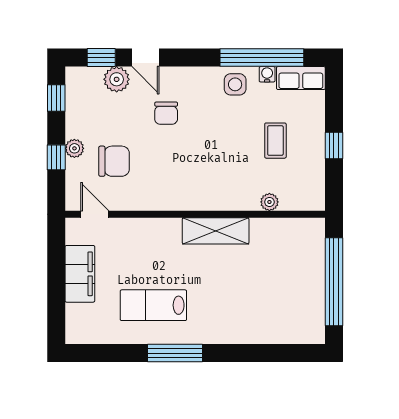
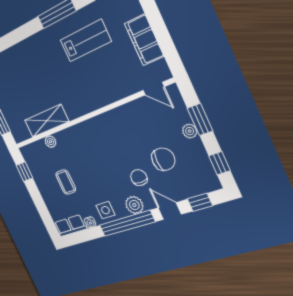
window: (262, 58) -> (127, 223), moved
plant: (117, 79) -> (134, 205), moved
window: (334, 145) -> (24, 172), moved
window: (56, 157) -> (200, 120), width x1.50
chair: (114, 161) -> (163, 159), moved, turned 180
shelving: (216, 231) -> (47, 121), moved

